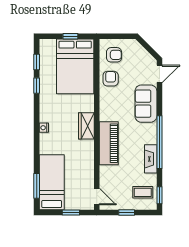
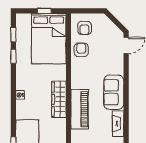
armchair: (114, 55) -> (84, 28), turned 90
sofa: (146, 104) -> (114, 92), moved
wardrobe: (86, 126) -> (59, 99), width x1.50
window: (159, 142) -> (126, 108), removed

